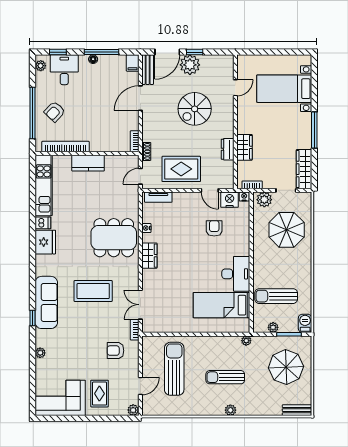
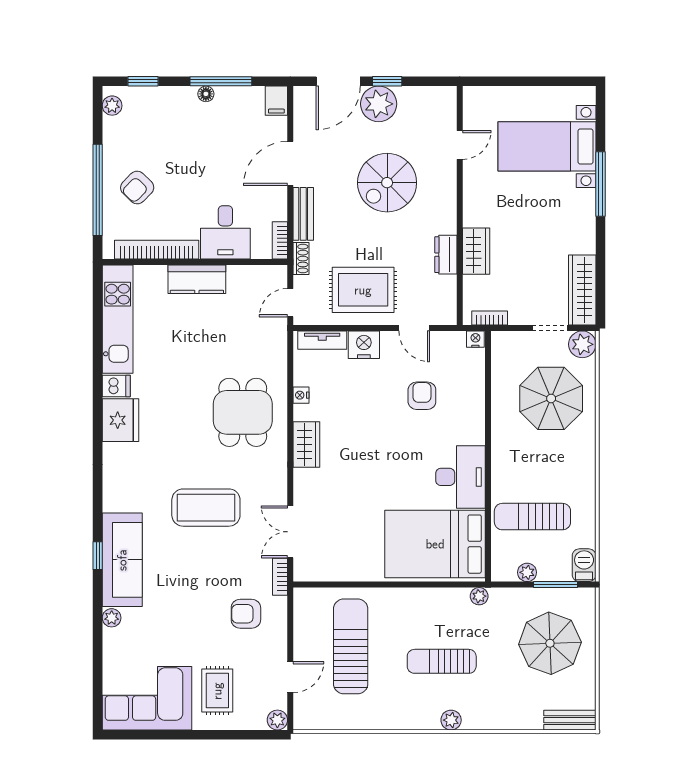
desk: (64, 70) -> (225, 232), moved, turned 180
bench: (148, 70) -> (303, 214), moved
window: (314, 130) -> (600, 184), moved
nightstand: (230, 200) -> (364, 345), moved
plant: (264, 200) -> (582, 344), moved
dining table: (114, 238) -> (243, 412), width x0.73
sofa: (46, 302) -> (122, 560), moved
bed: (222, 305) -> (435, 544), width x1.50

